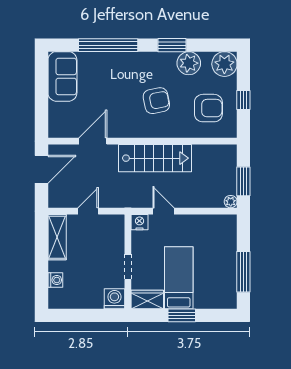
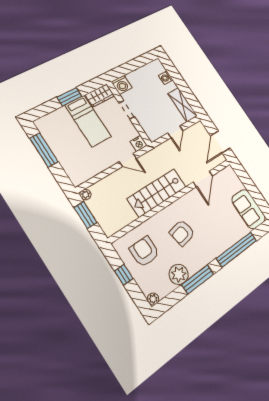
window: (172, 45) -> (198, 279), width x1.44
plant: (224, 64) -> (153, 299), width x0.53, depth x0.53
armchair: (208, 108) -> (144, 252), turned 90

